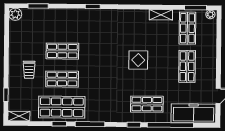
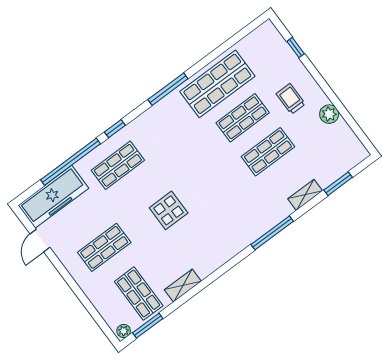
window: (93, 7) -> (272, 233), width x2.17
plant: (15, 14) -> (329, 114), moved
shop shelf: (187, 66) -> (104, 247), turned 90
shelving: (19, 116) -> (305, 195), moved
window: (59, 124) -> (205, 61), removed

